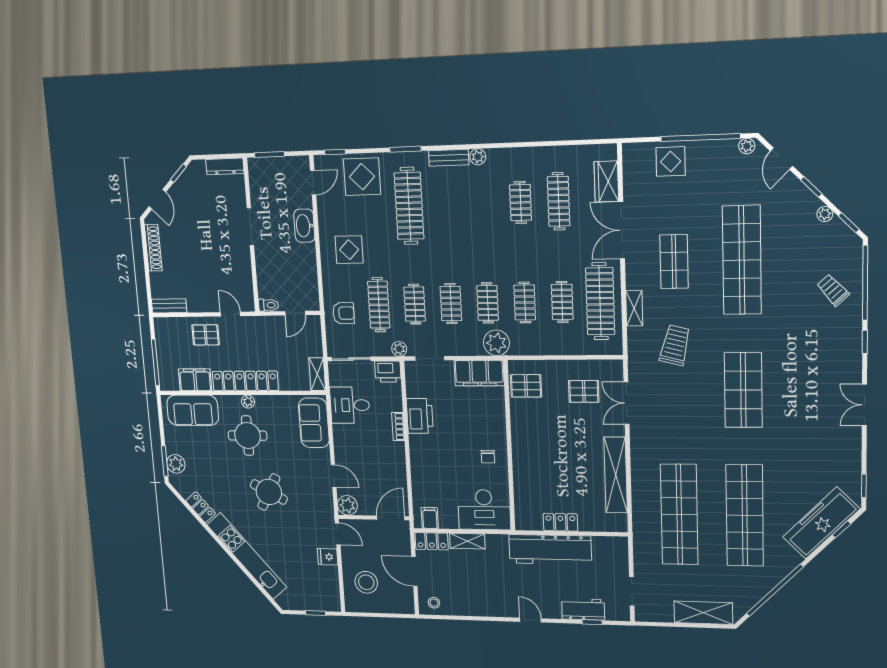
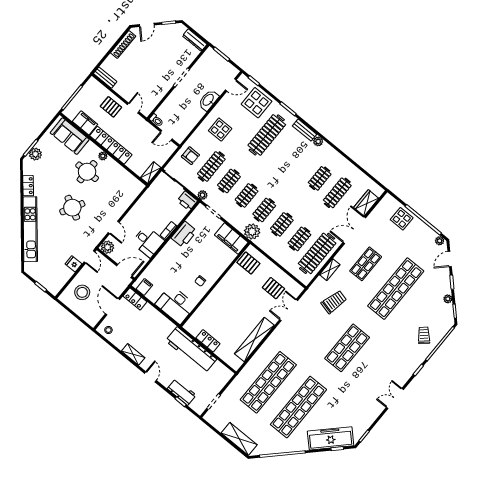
desk: (350, 405) -> (148, 242), moved, turned 180
sofa: (314, 423) -> (127, 194), removed
shelving: (467, 541) -> (133, 354), moved

